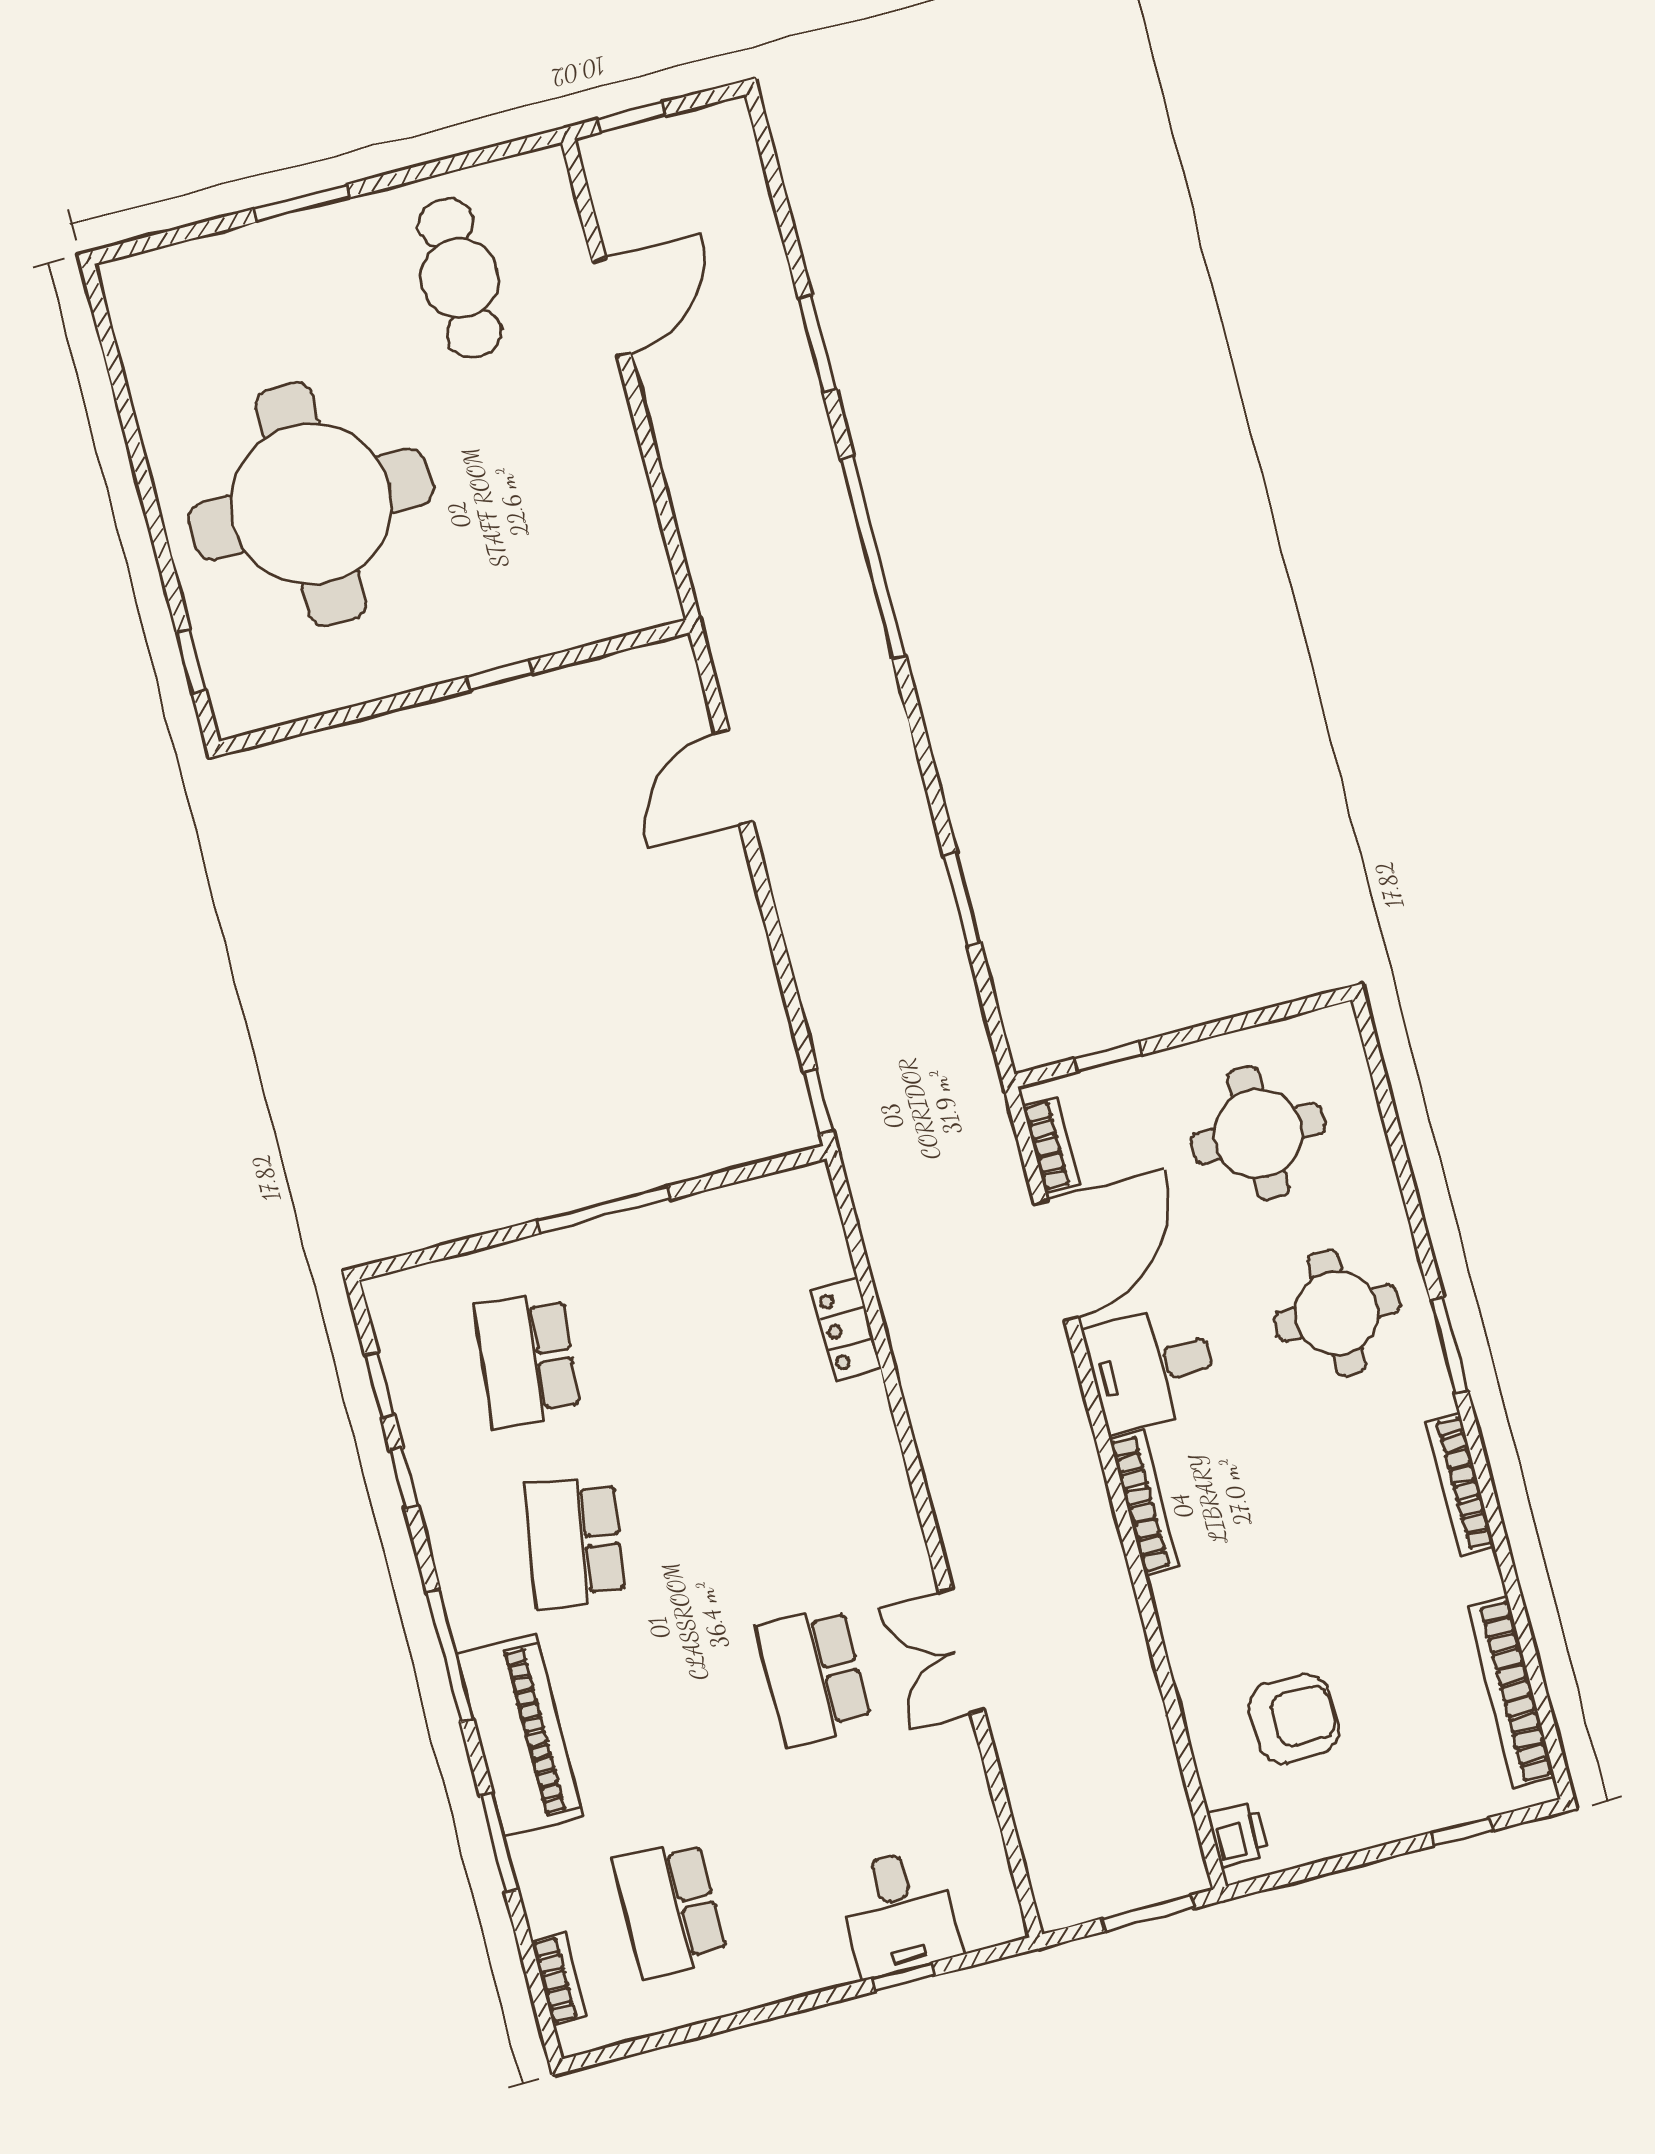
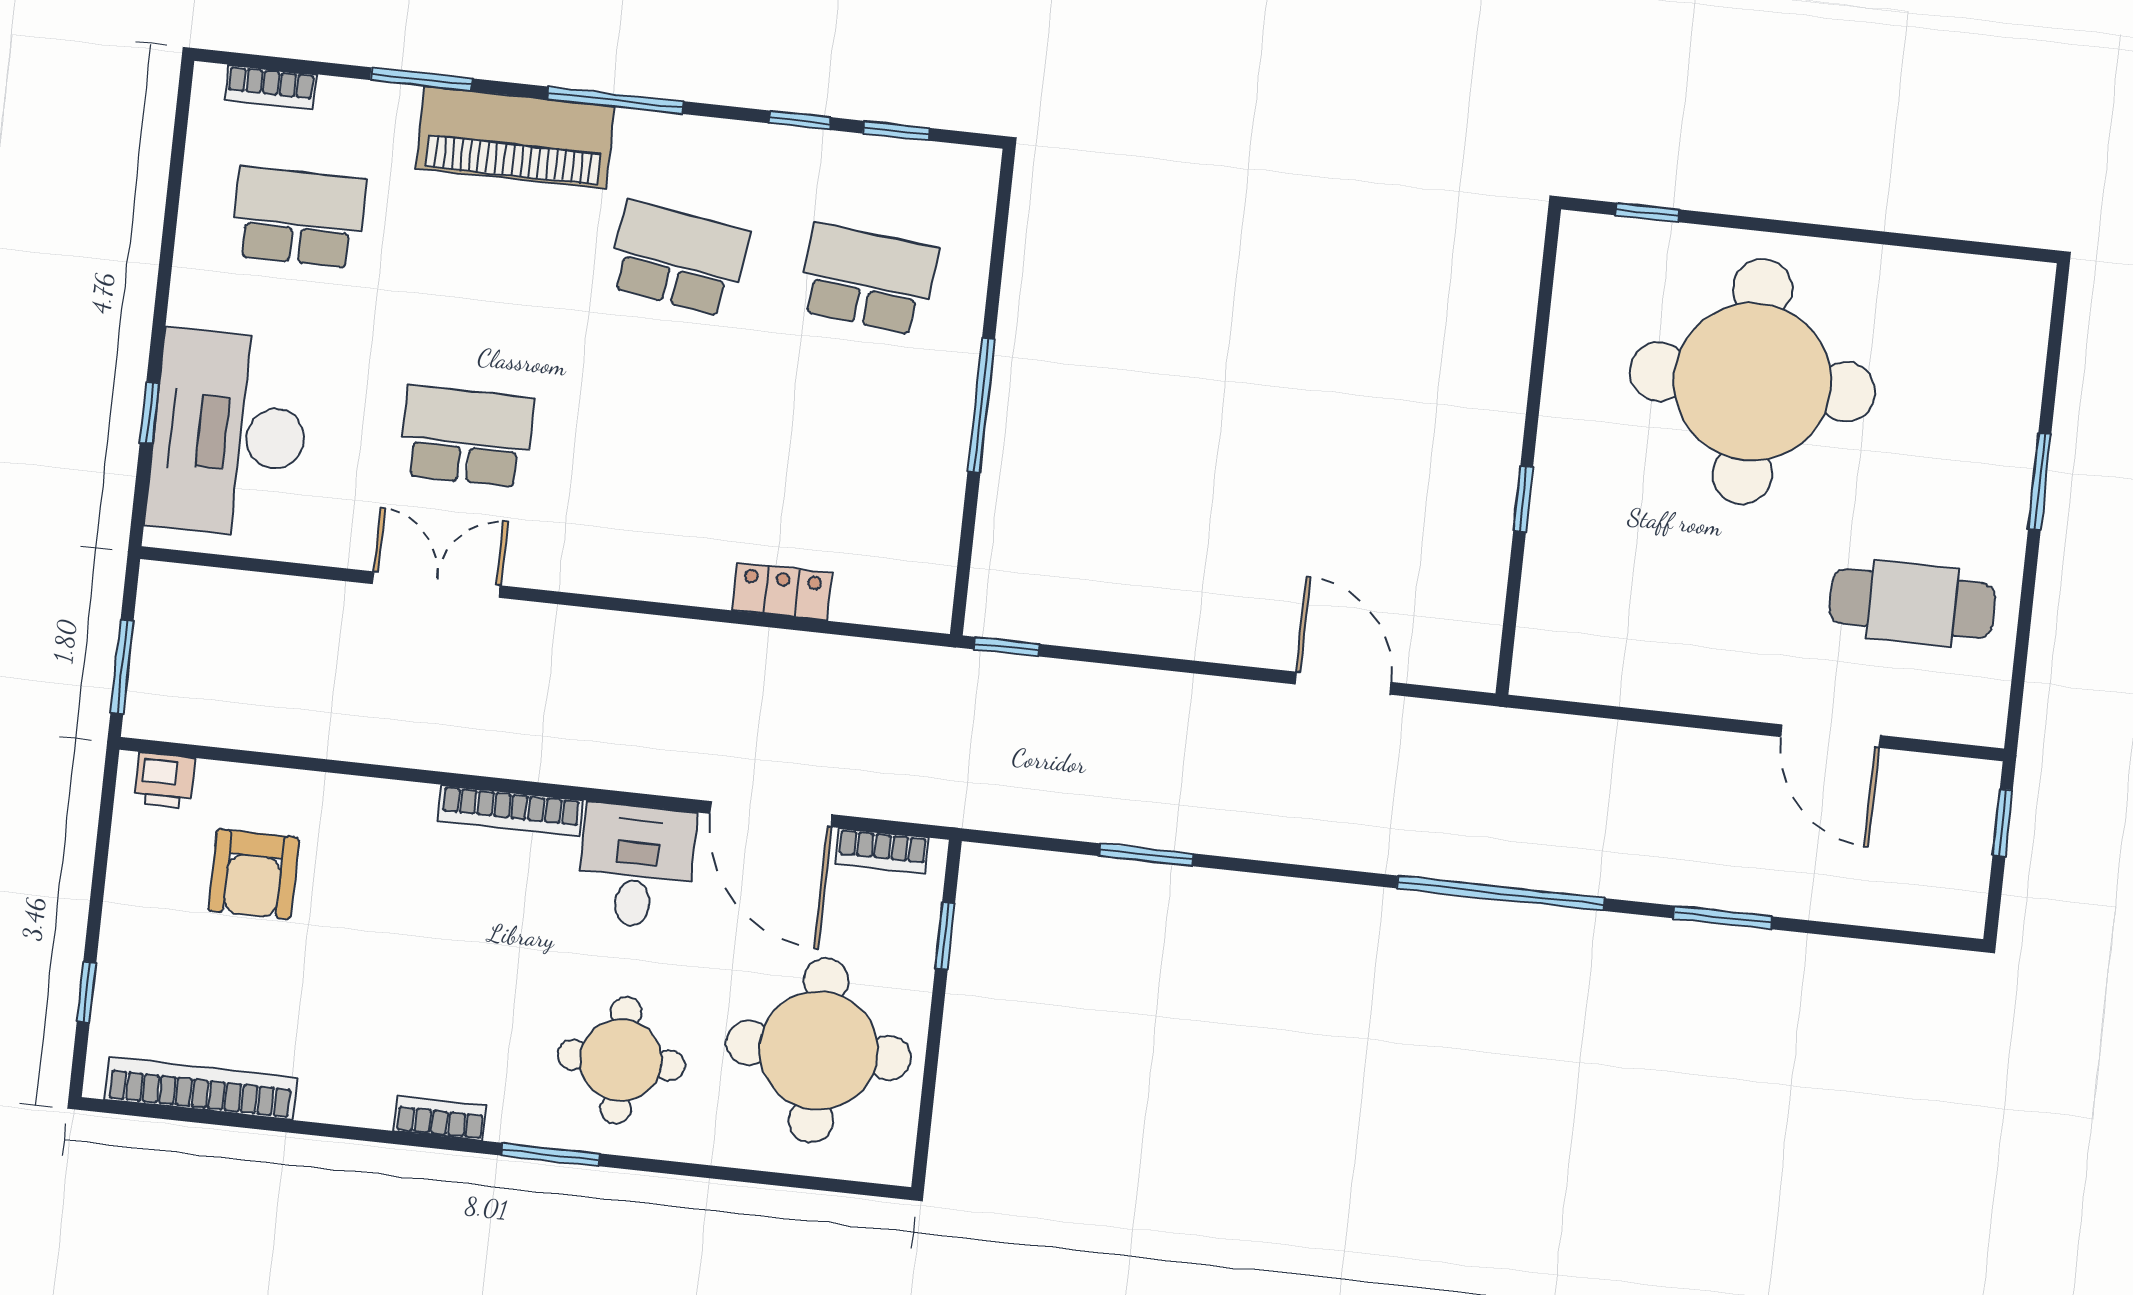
round table: (1258, 1133) -> (819, 1050), width x1.36, depth x1.36
bookcase: (1460, 1484) -> (440, 1118), width x0.64
desk: (899, 1913) -> (229, 434), width x1.87, depth x1.30

